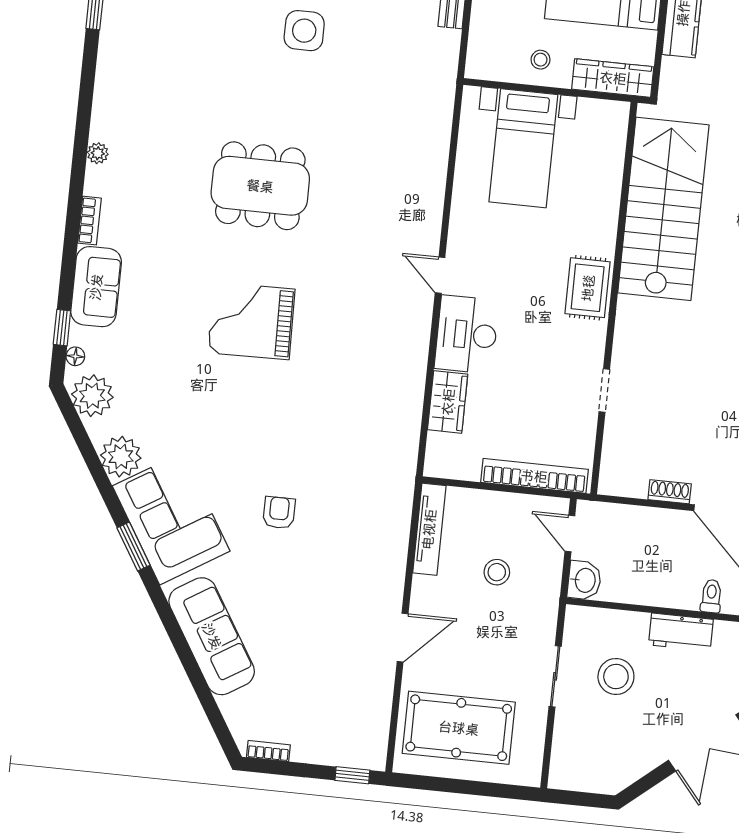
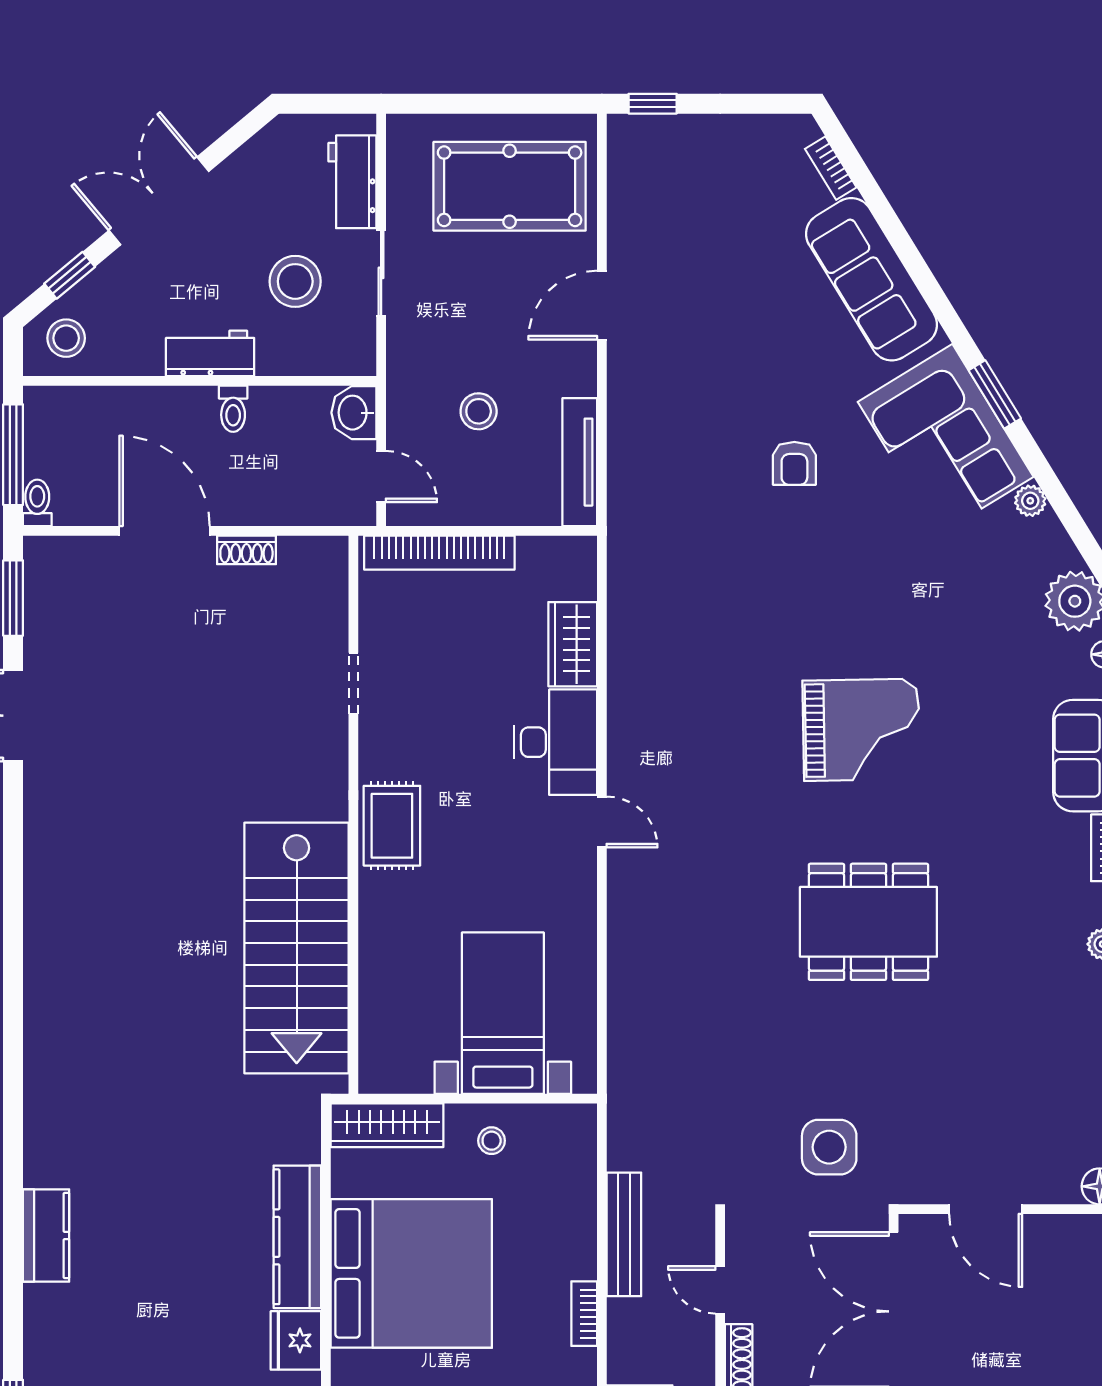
plant: (121, 457) -> (1030, 501), width x0.53, depth x0.53
toilet: (711, 596) -> (233, 409), moved
workbench: (569, 742) -> (352, 182), added
bookcase: (268, 751) -> (831, 168), moved, turned 59

